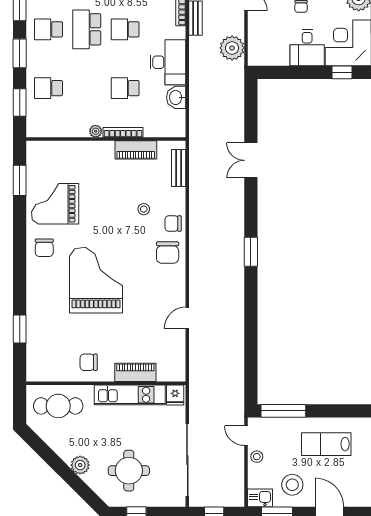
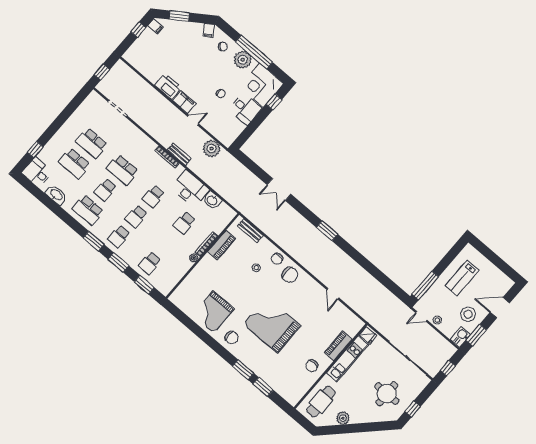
school desk: (87, 29) -> (136, 216), width x0.54
window: (20, 180) -> (243, 370), moved
plant: (80, 465) -> (343, 418), moved

